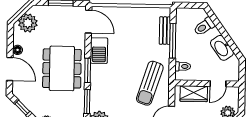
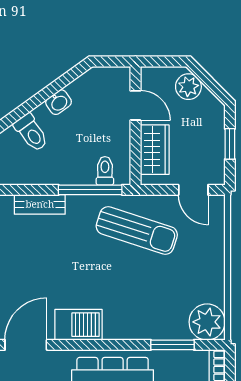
window: (173, 41) -> (90, 190), moved
washbasin: (222, 48) -> (59, 102), width x0.52, depth x0.69
window: (88, 70) -> (115, 345), removed

